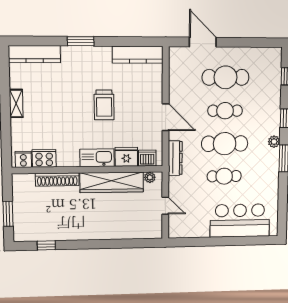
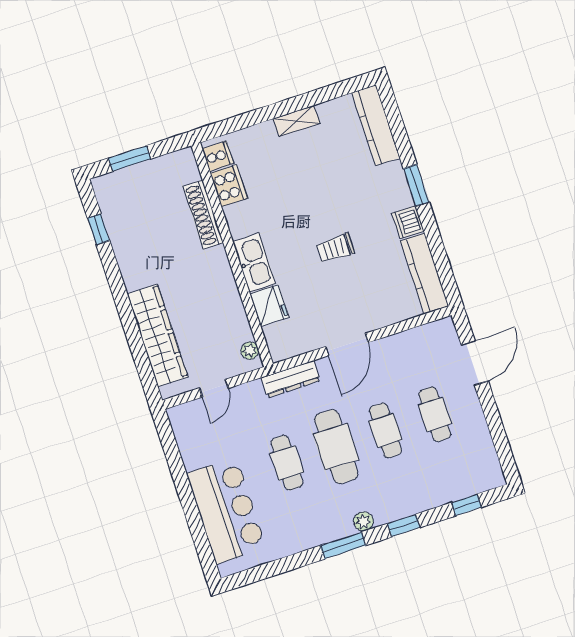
cafe table: (226, 77) -> (435, 414), width x0.73, depth x0.74
trolley: (104, 105) -> (336, 248), width x0.73, depth x0.72
dishwasher: (147, 158) -> (408, 222), moved, turned 180
wardrobe: (112, 182) -> (158, 336), moved, turned 180

